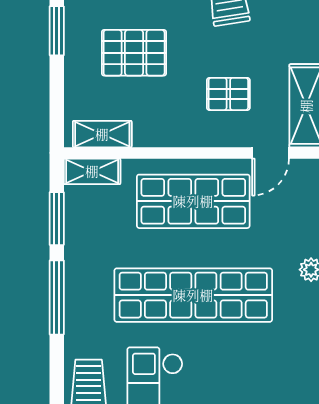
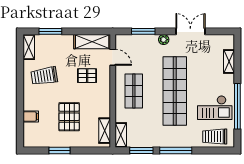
pallet: (228, 94) -> (87, 76), turned 90
shop shelf: (193, 201) -> (134, 91), width x0.70, depth x0.74

